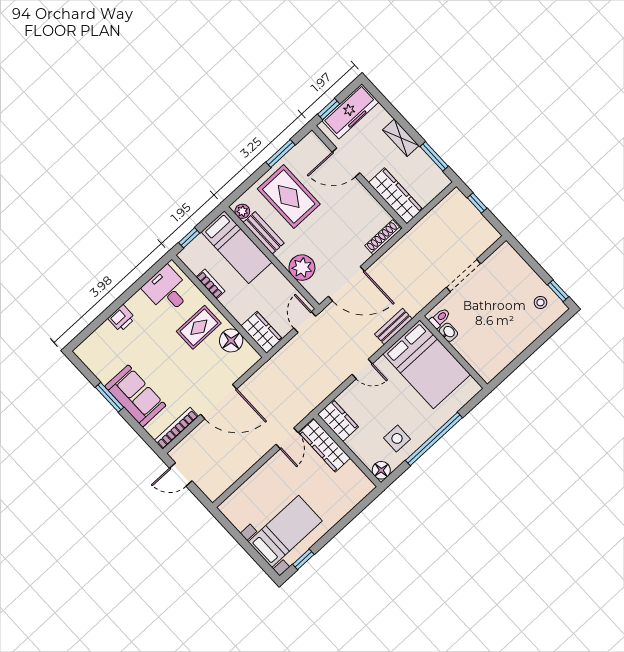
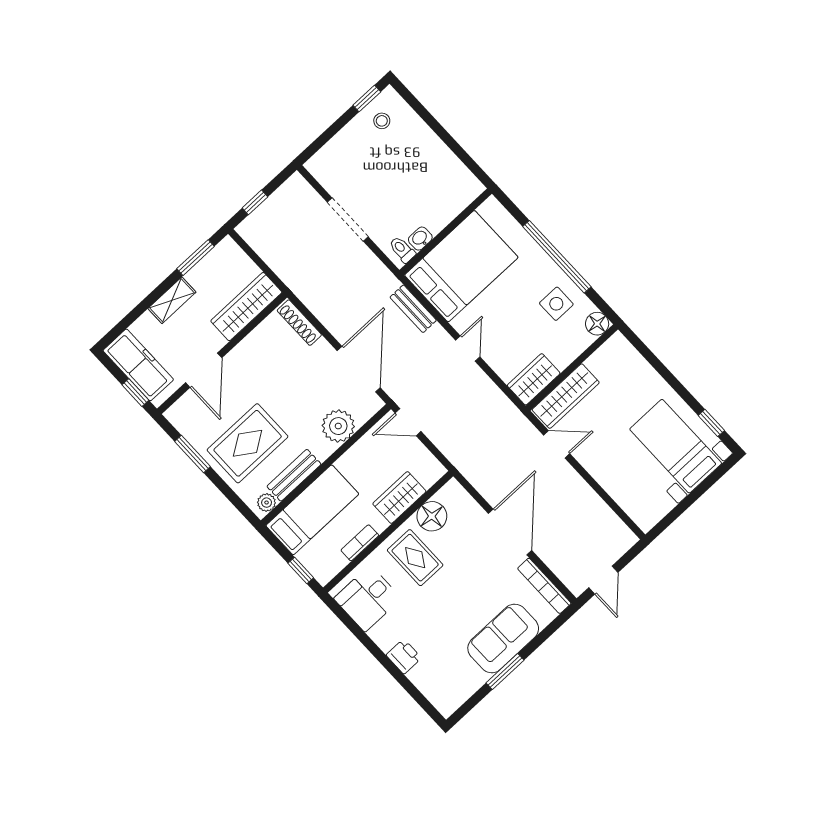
wardrobe: (262, 332) -> (399, 498), moved

